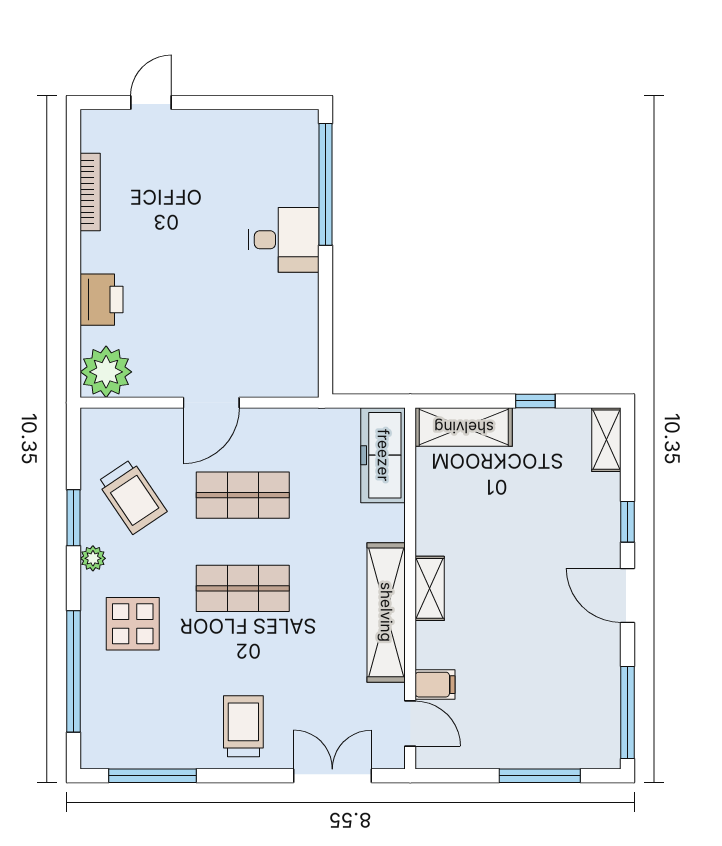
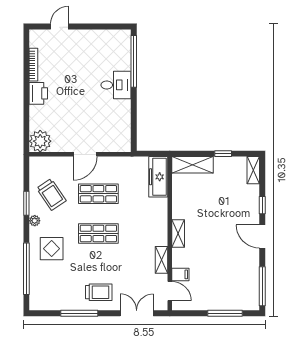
printer: (102, 300) -> (38, 93), moved
shelving: (386, 612) -> (162, 260), width x0.45, depth x0.75
trolley: (243, 726) -> (99, 292), turned 90
window: (153, 776) -> (79, 313), moved

